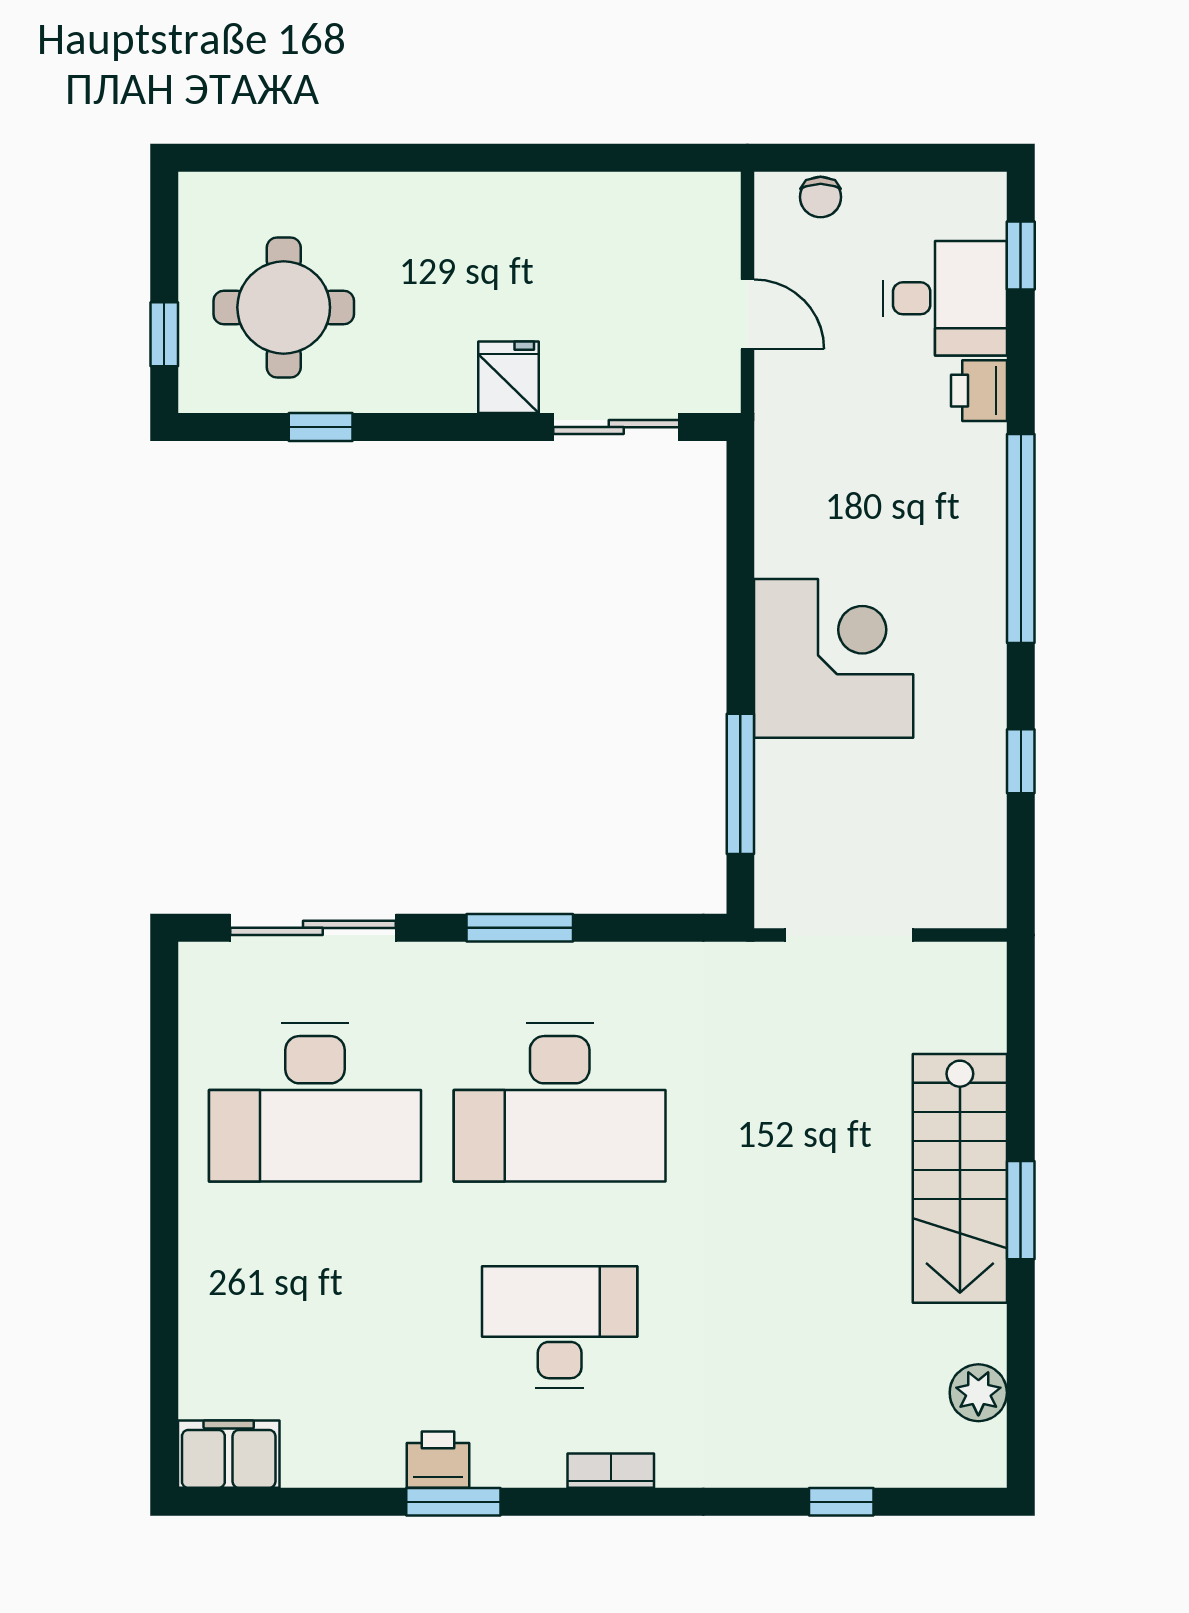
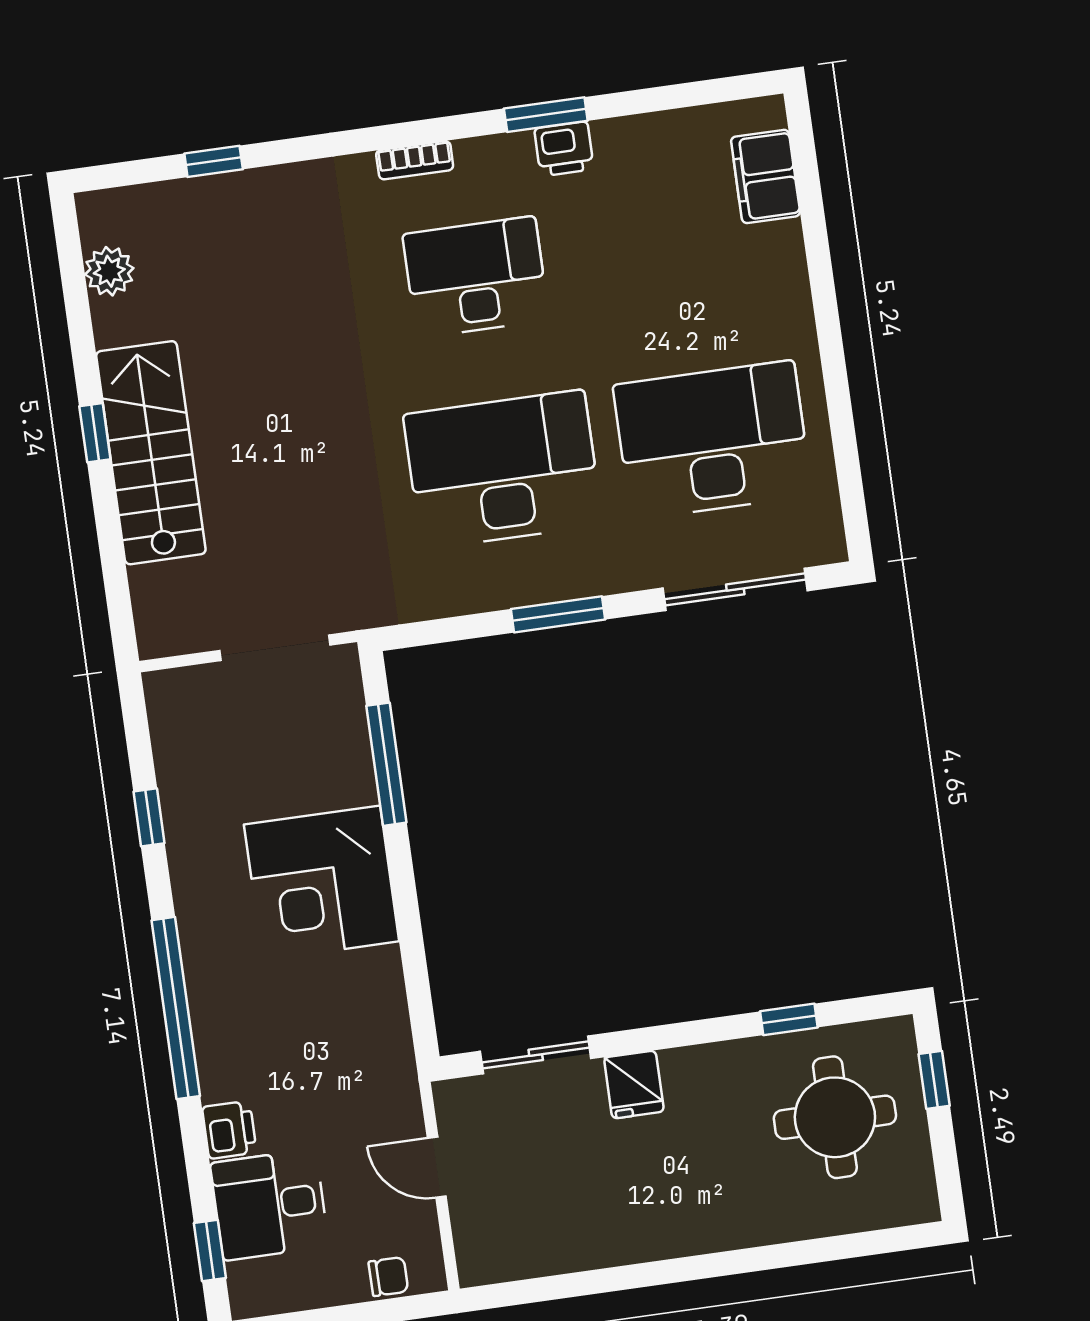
chair: (821, 197) -> (388, 1277), turned 90
window: (1021, 1210) -> (95, 433), width x0.67
desk: (560, 1327) -> (476, 277), turned 180
filing cabinet: (229, 1454) -> (766, 176), moved, turned 90

